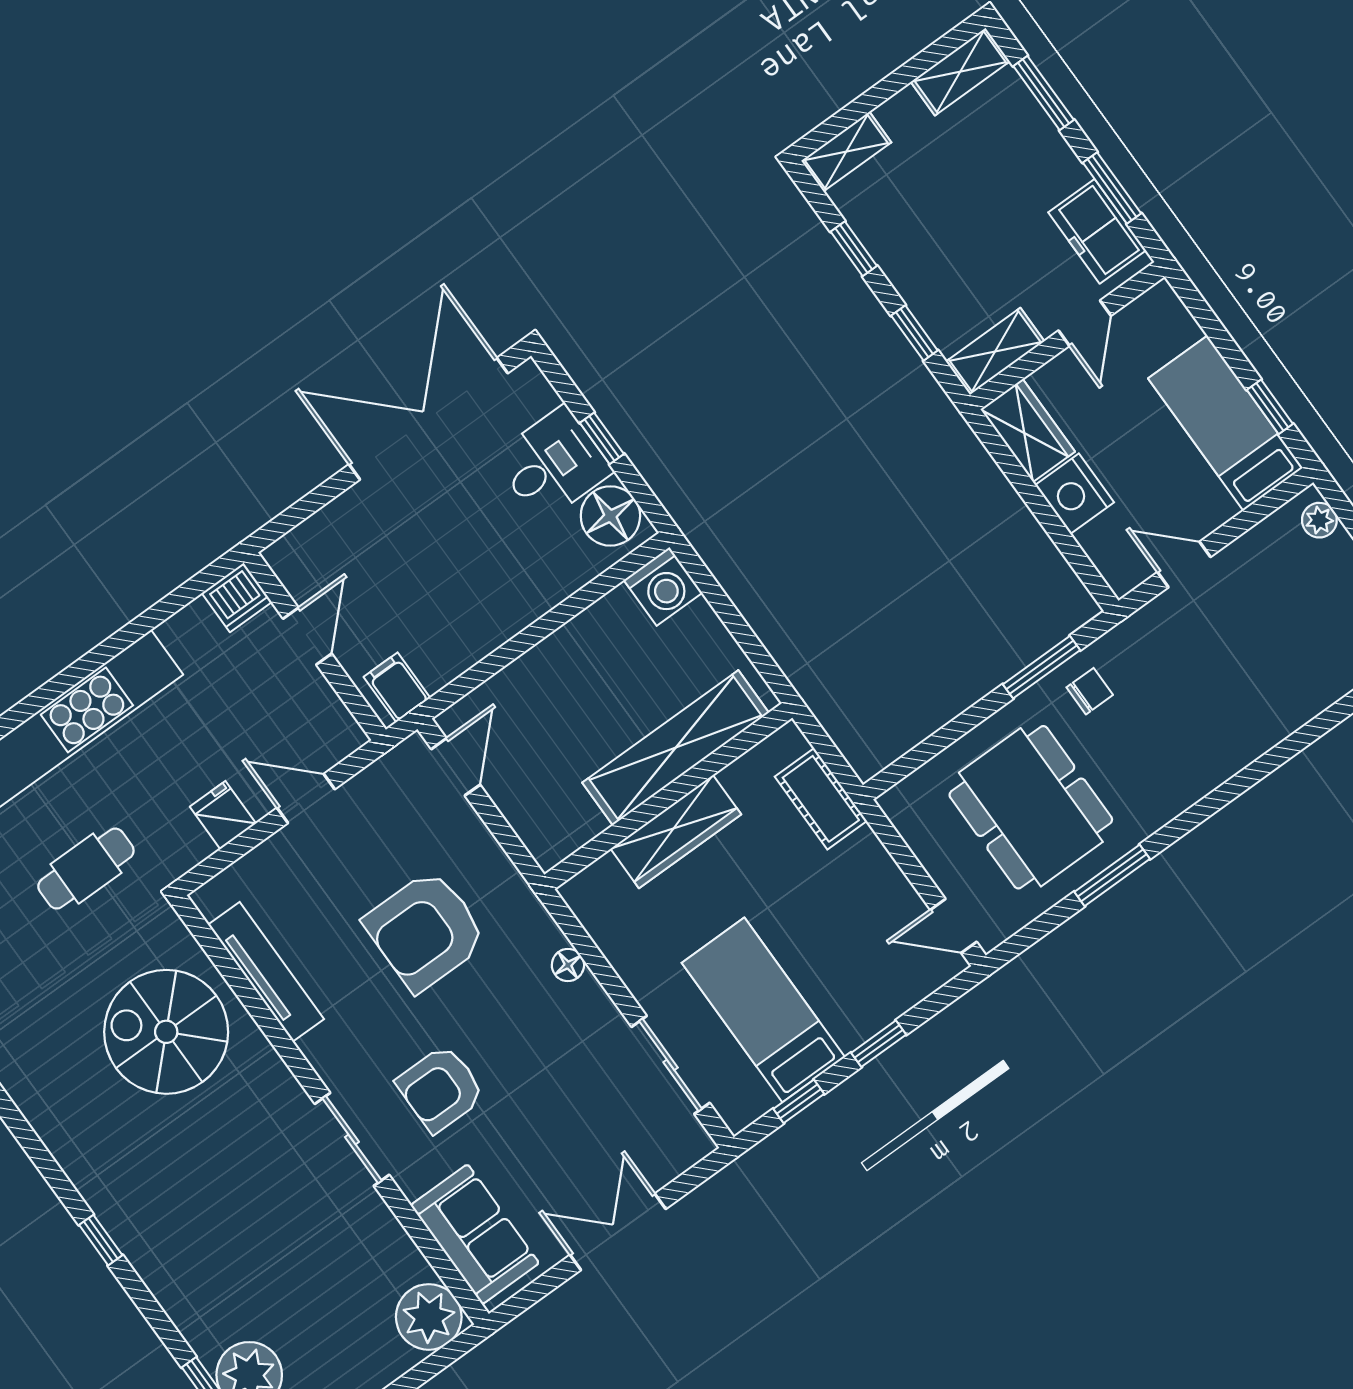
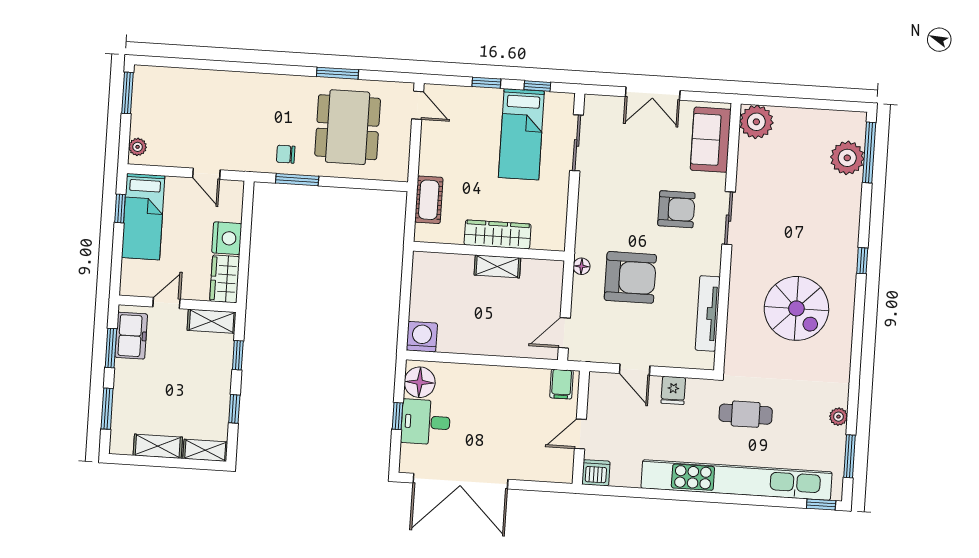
shelving: (960, 72) -> (158, 446), moved
shelving: (676, 748) -> (497, 266), width x0.45, depth x0.75
floor lamp: (568, 965) -> (582, 266), moved
spiral stairs: (166, 1032) -> (796, 308), moved

